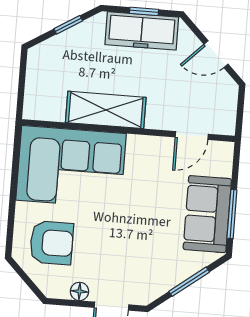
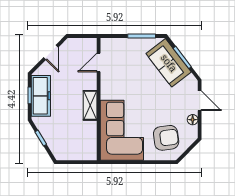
shelving: (106, 110) -> (90, 105), width x0.67, depth x0.75
door: (192, 136) -> (99, 62), swing flipped
sofa: (207, 214) -> (169, 63), moved, turned 52
armchair: (52, 243) -> (166, 138), turned 83

